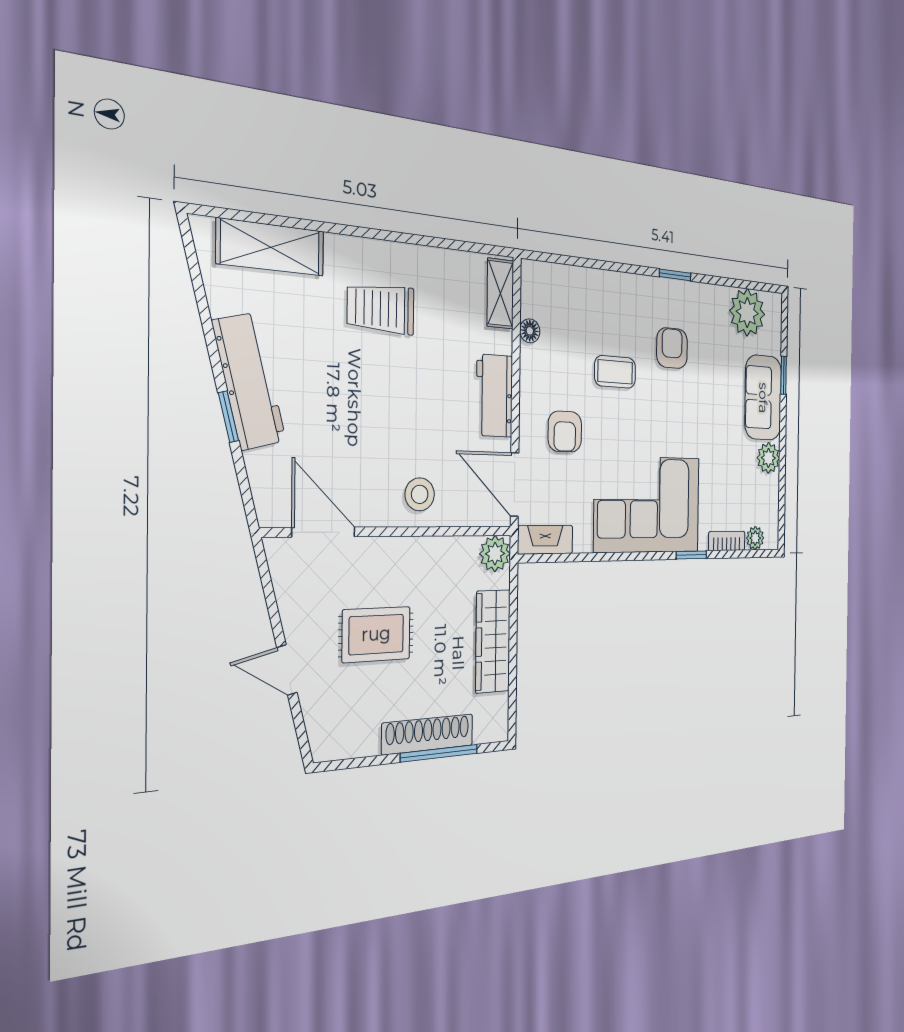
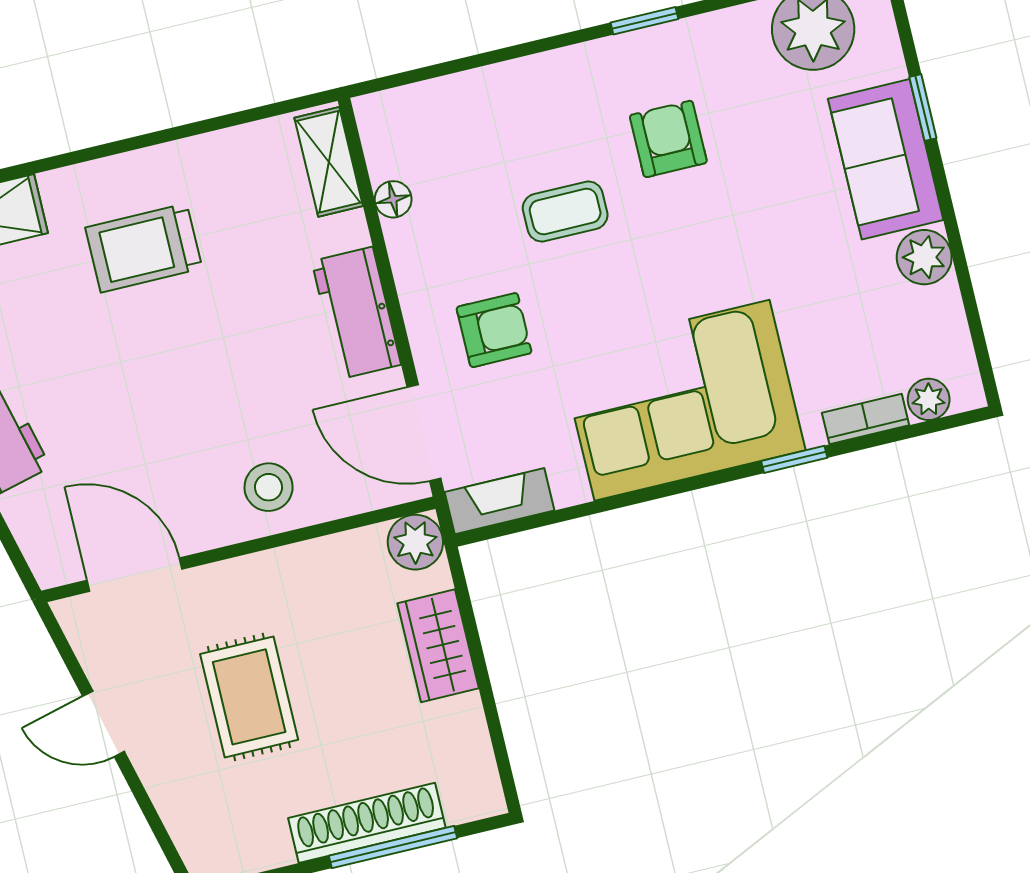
armchair: (565, 432) -> (494, 330), turned -90
rug: (376, 634) -> (249, 697), turned 90
wardrobe: (493, 641) -> (438, 646), width x0.67
door: (287, 670) -> (104, 724), moved

